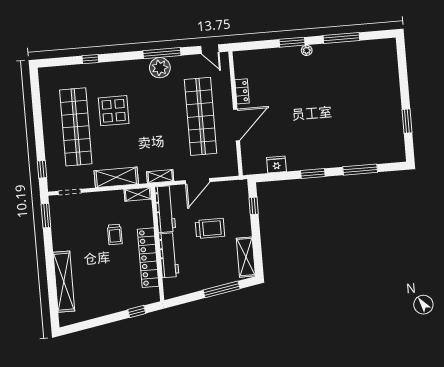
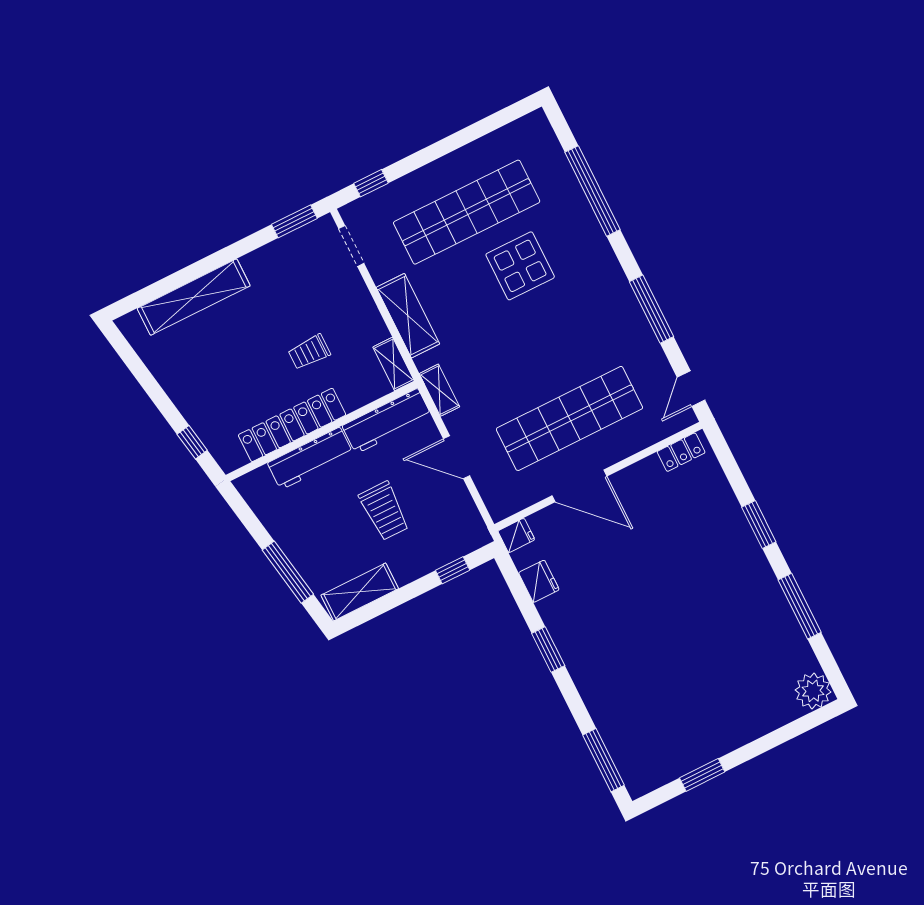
plant: (307, 50) -> (813, 691), moved, width x1.88, depth x1.88
window: (90, 59) -> (592, 191), width x3.17
plant: (160, 68) -> (625, 316), removed
locker: (242, 91) -> (681, 452), moved
fridge: (249, 167) -> (516, 535), added
window: (360, 170) -> (603, 760), moved

